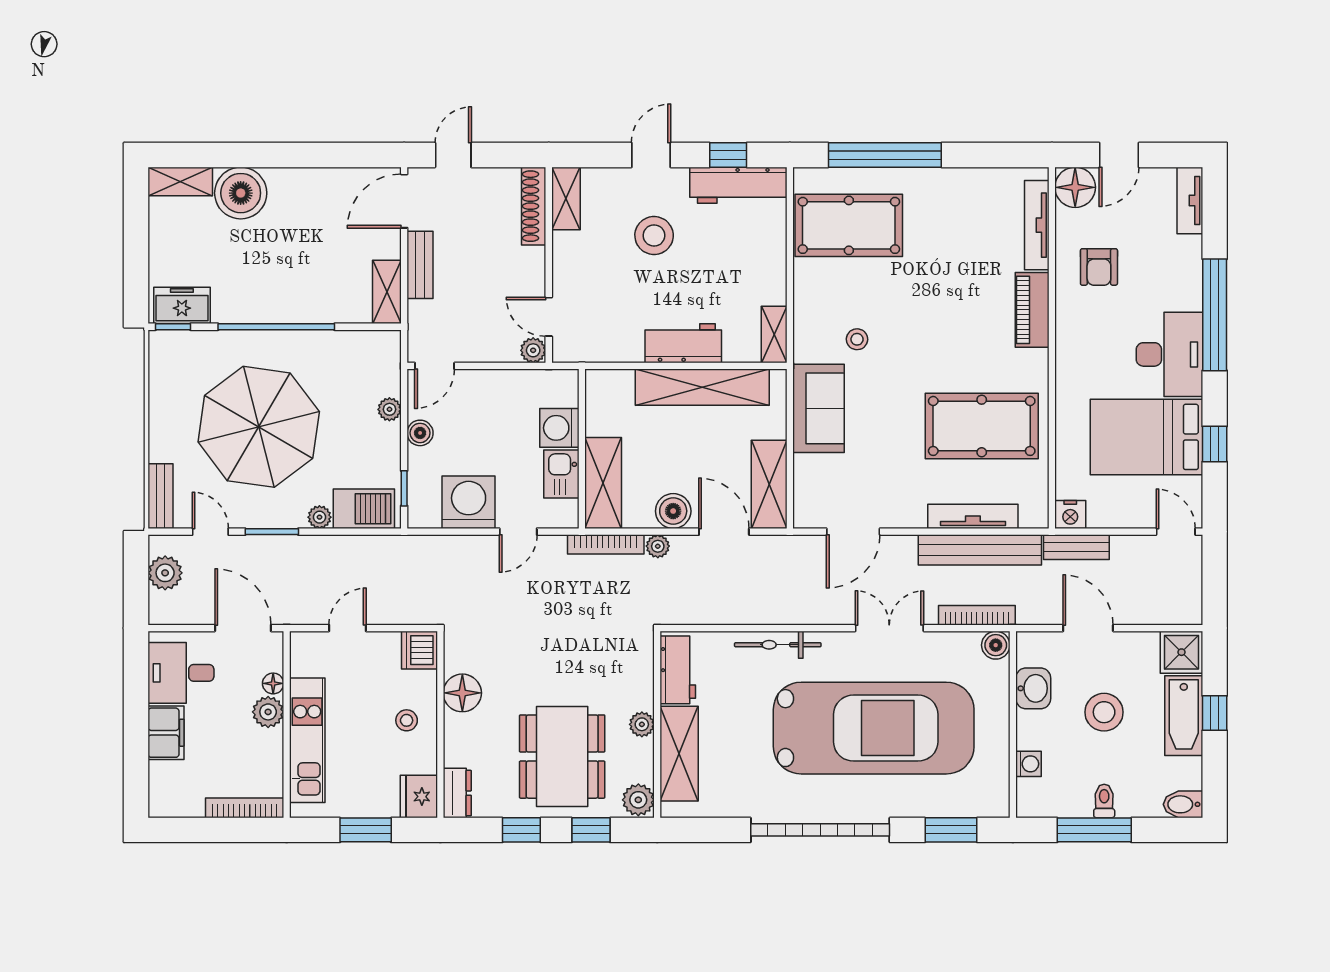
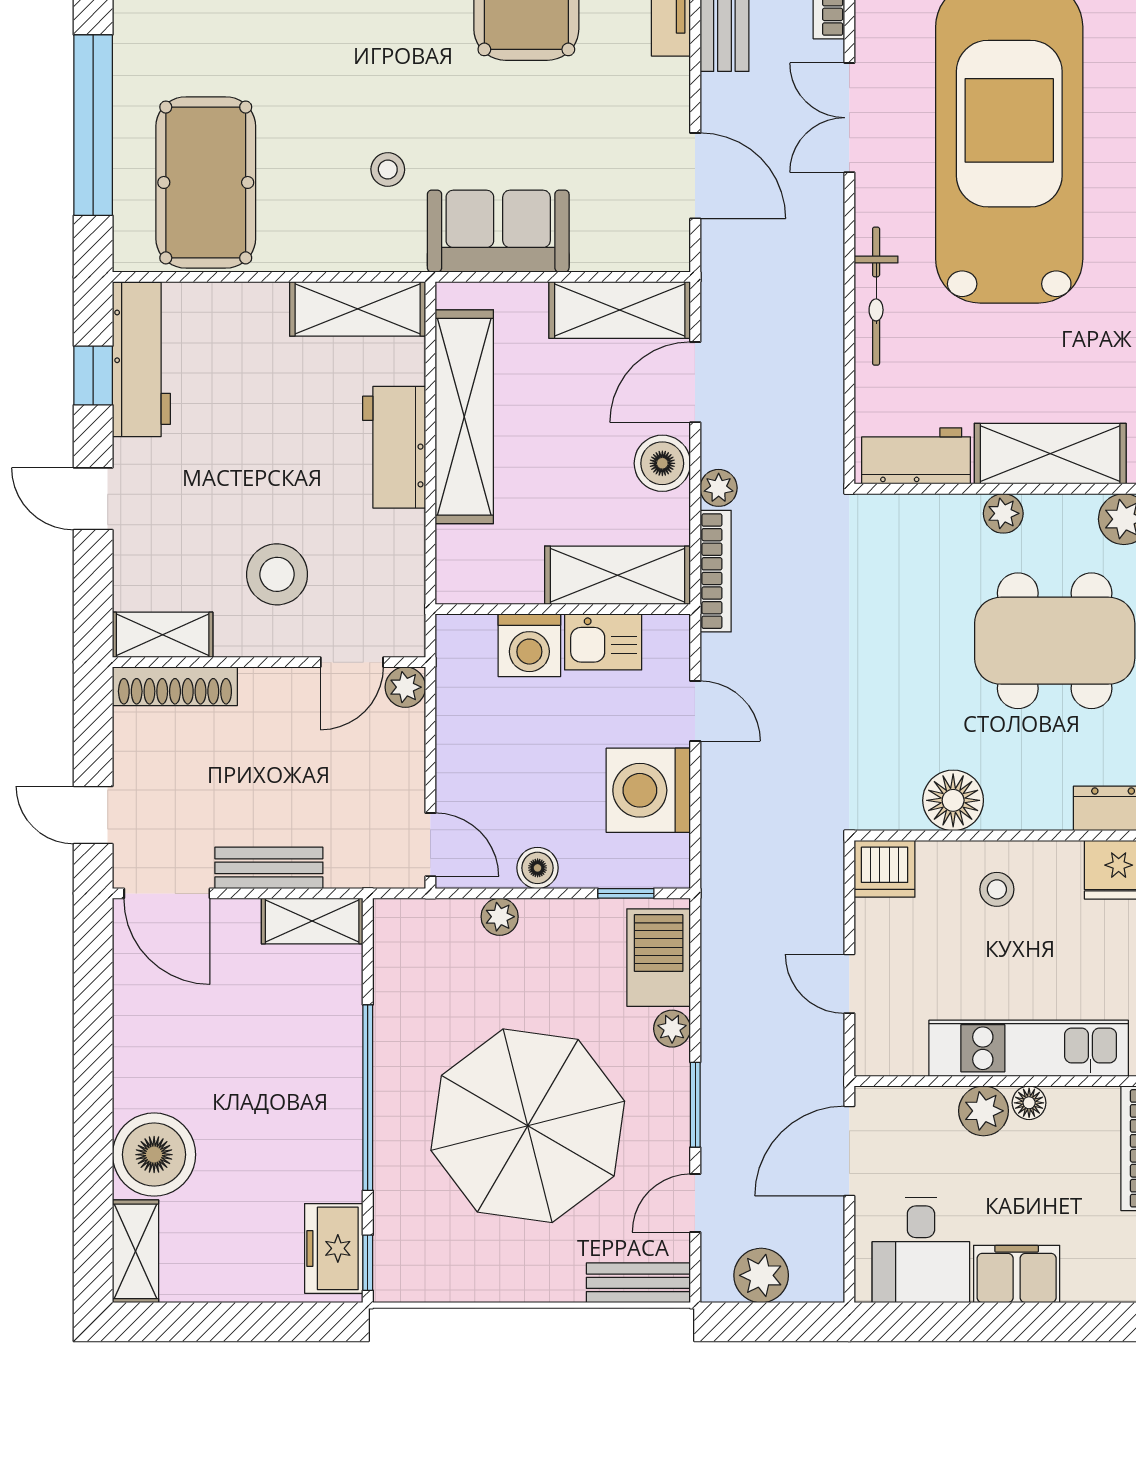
stool: (654, 235) -> (277, 574), moved
shelving: (774, 335) -> (358, 309), width x1.50, depth x1.33
floor lamp: (273, 683) -> (1029, 1103), moved

